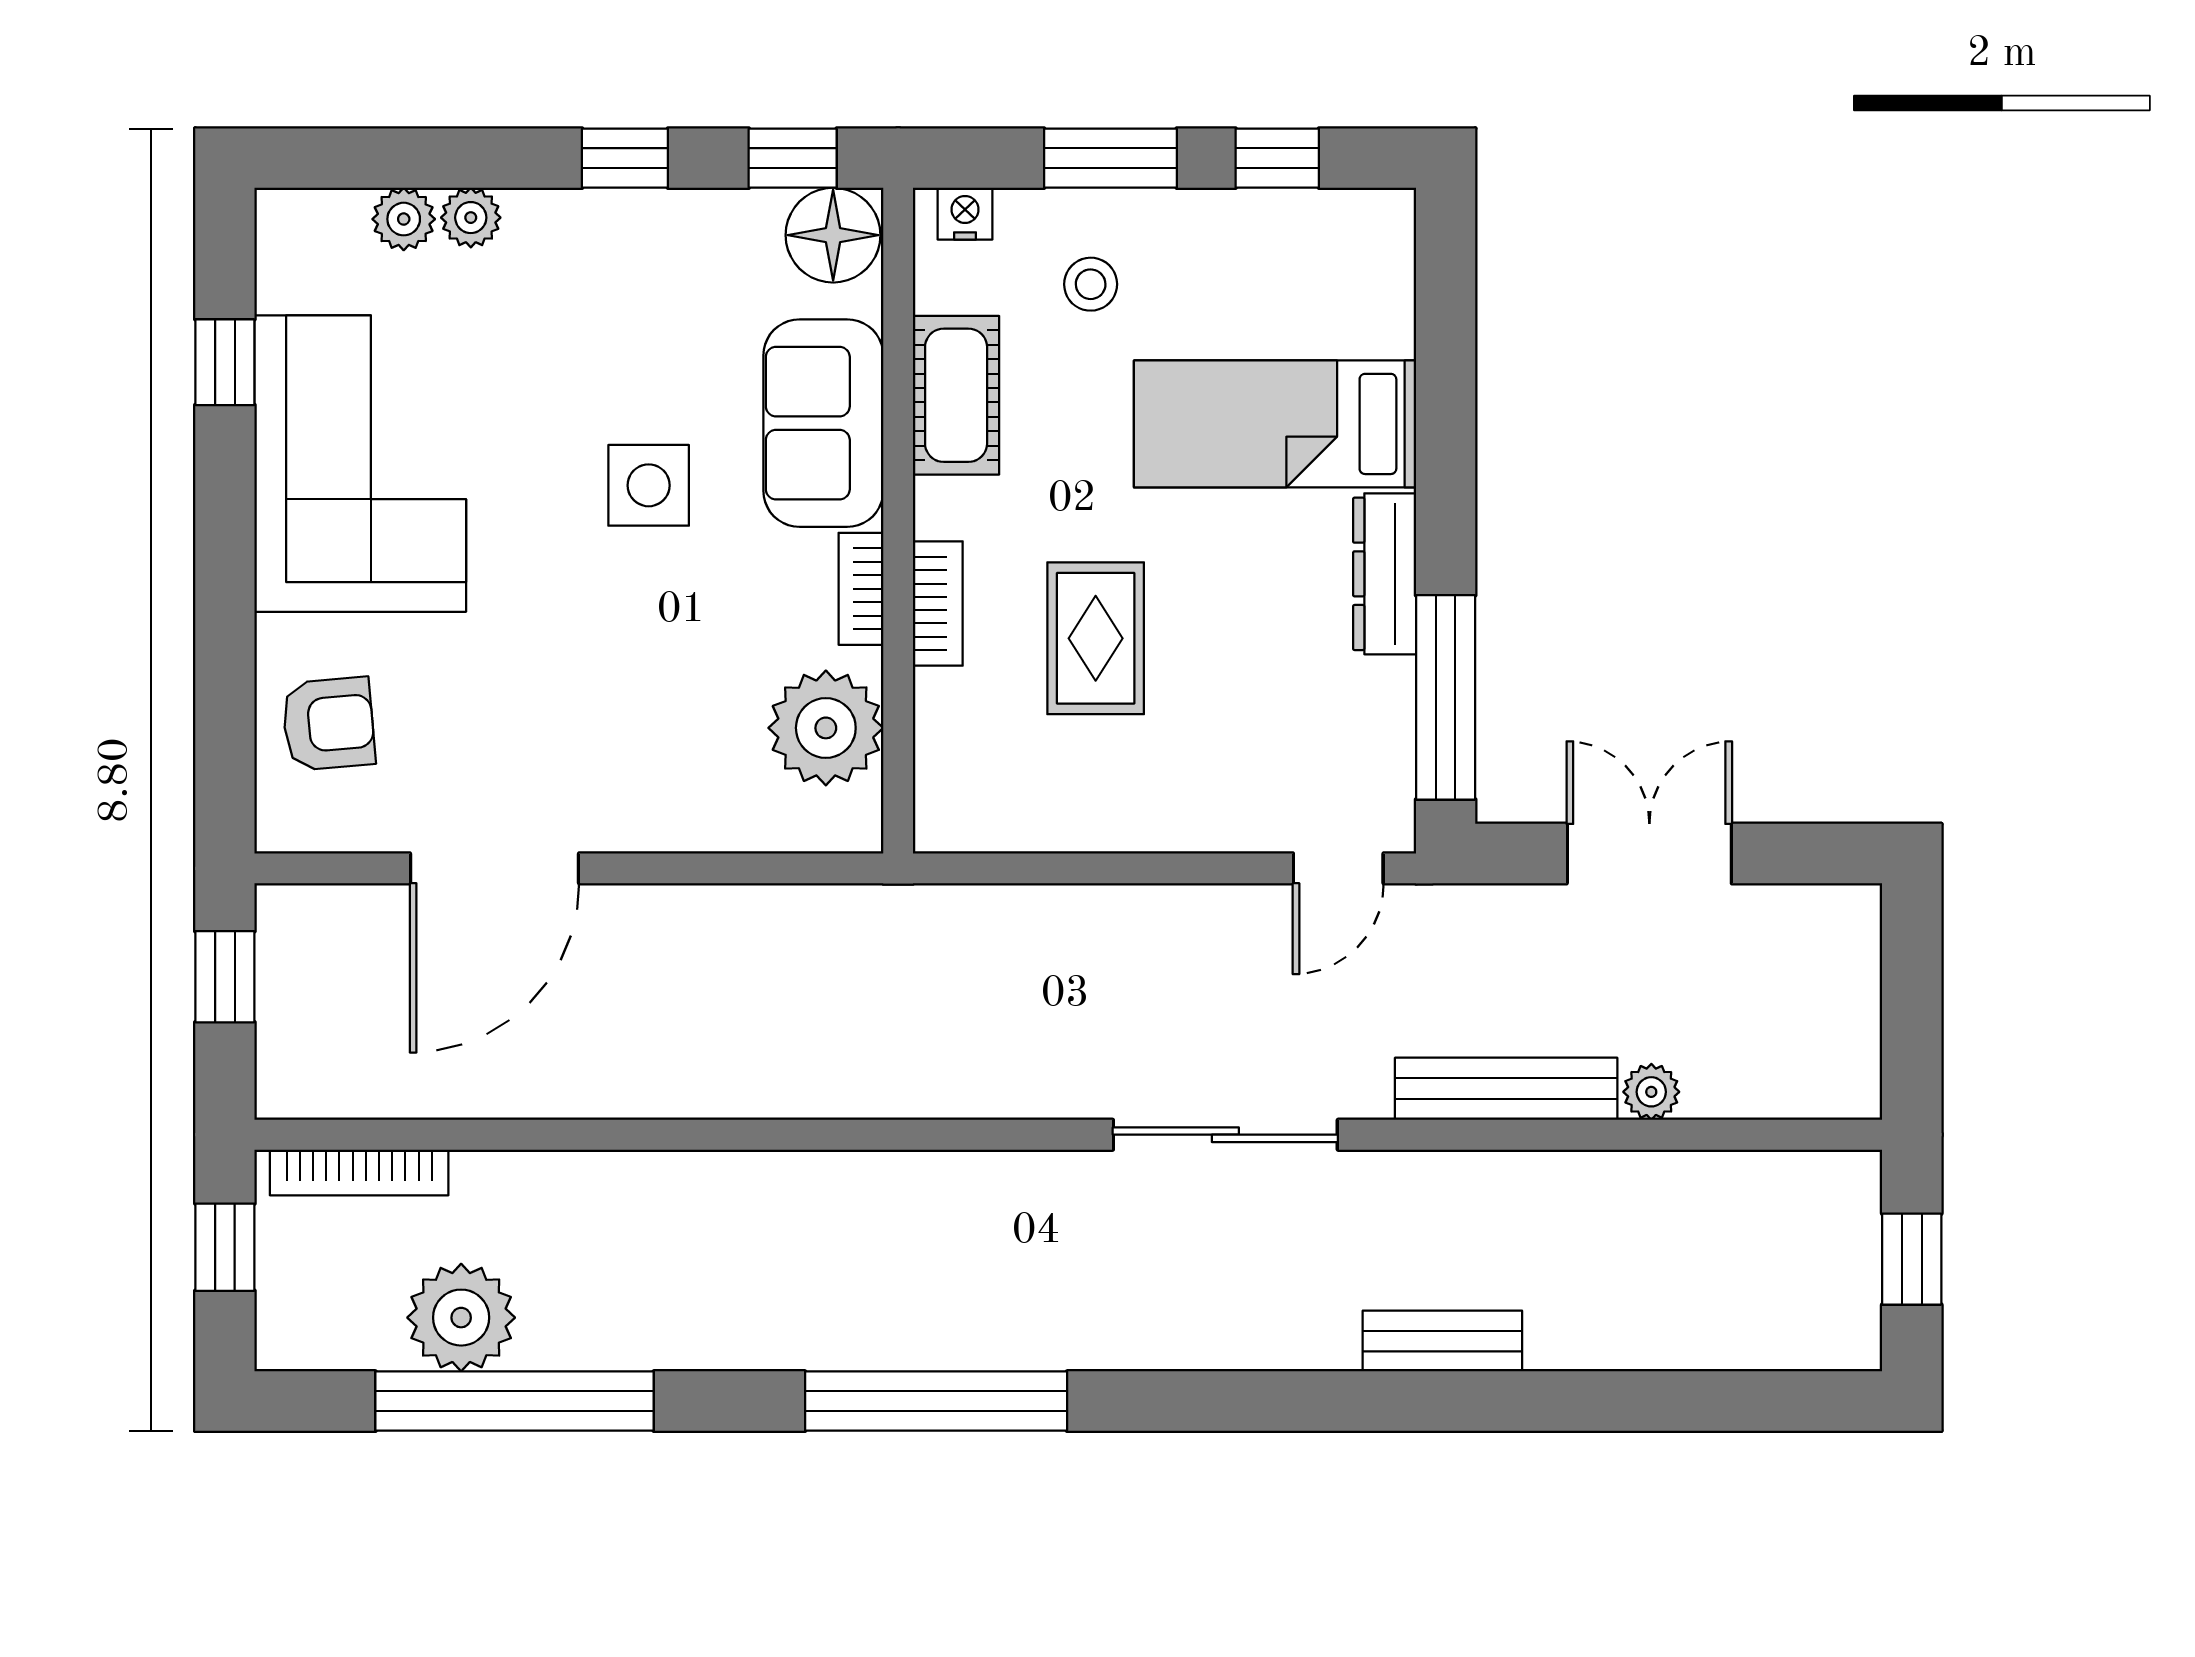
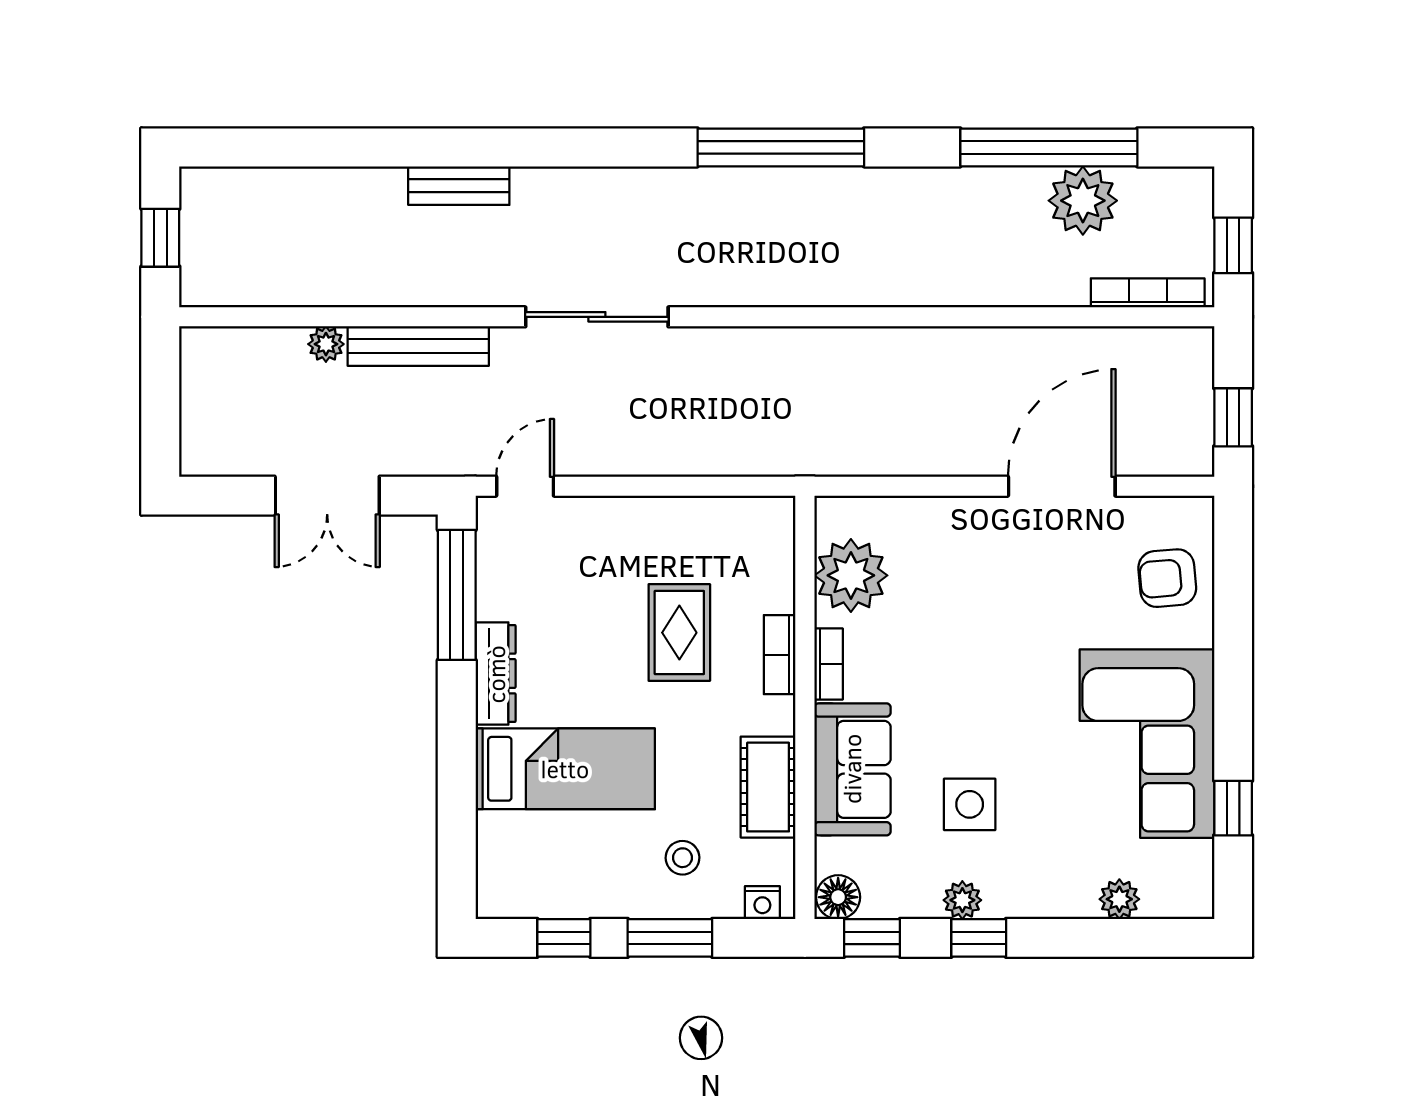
plant: (471, 218) -> (962, 900), moved
floor lamp: (833, 235) -> (838, 897), width x0.73, depth x0.73
side table: (649, 485) -> (970, 804), moved

